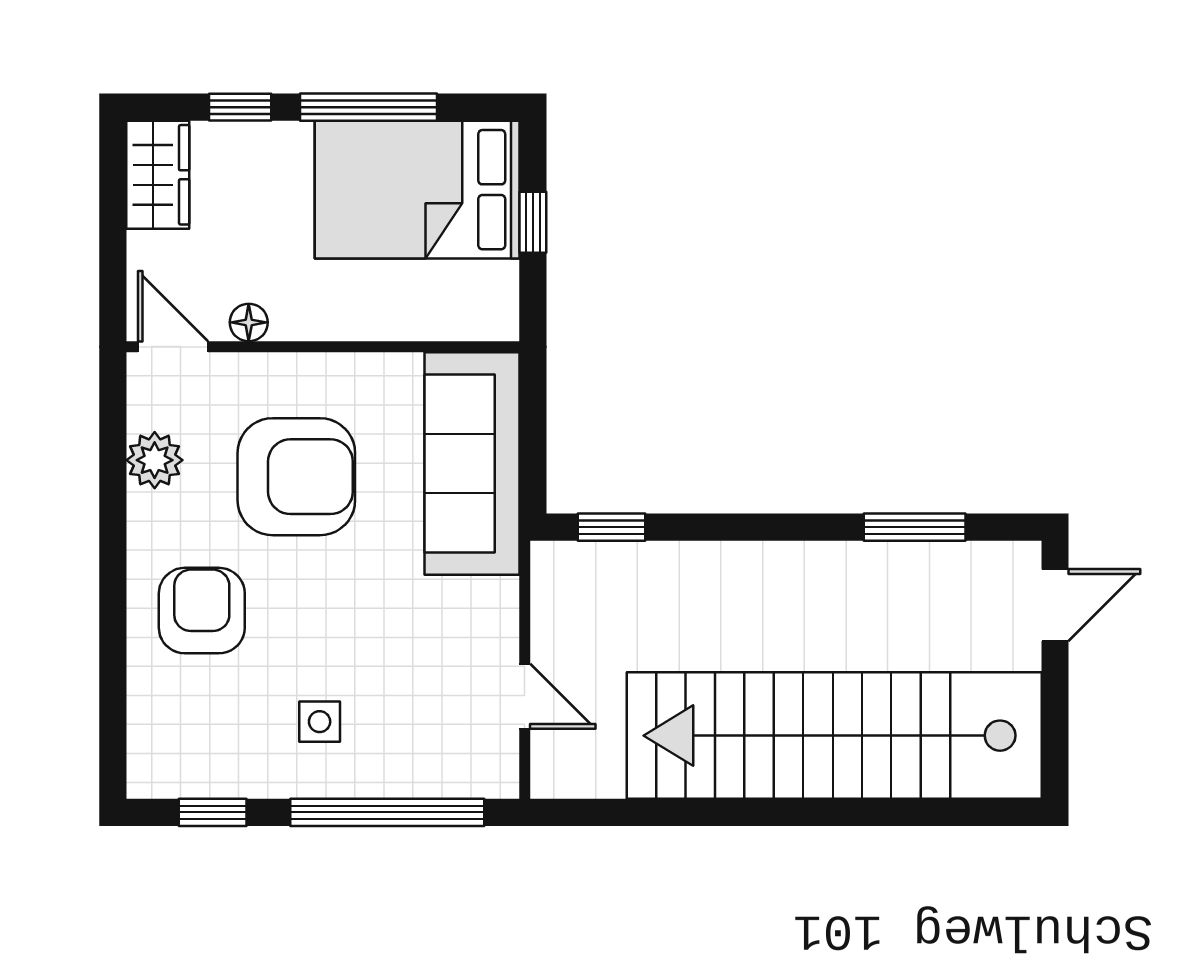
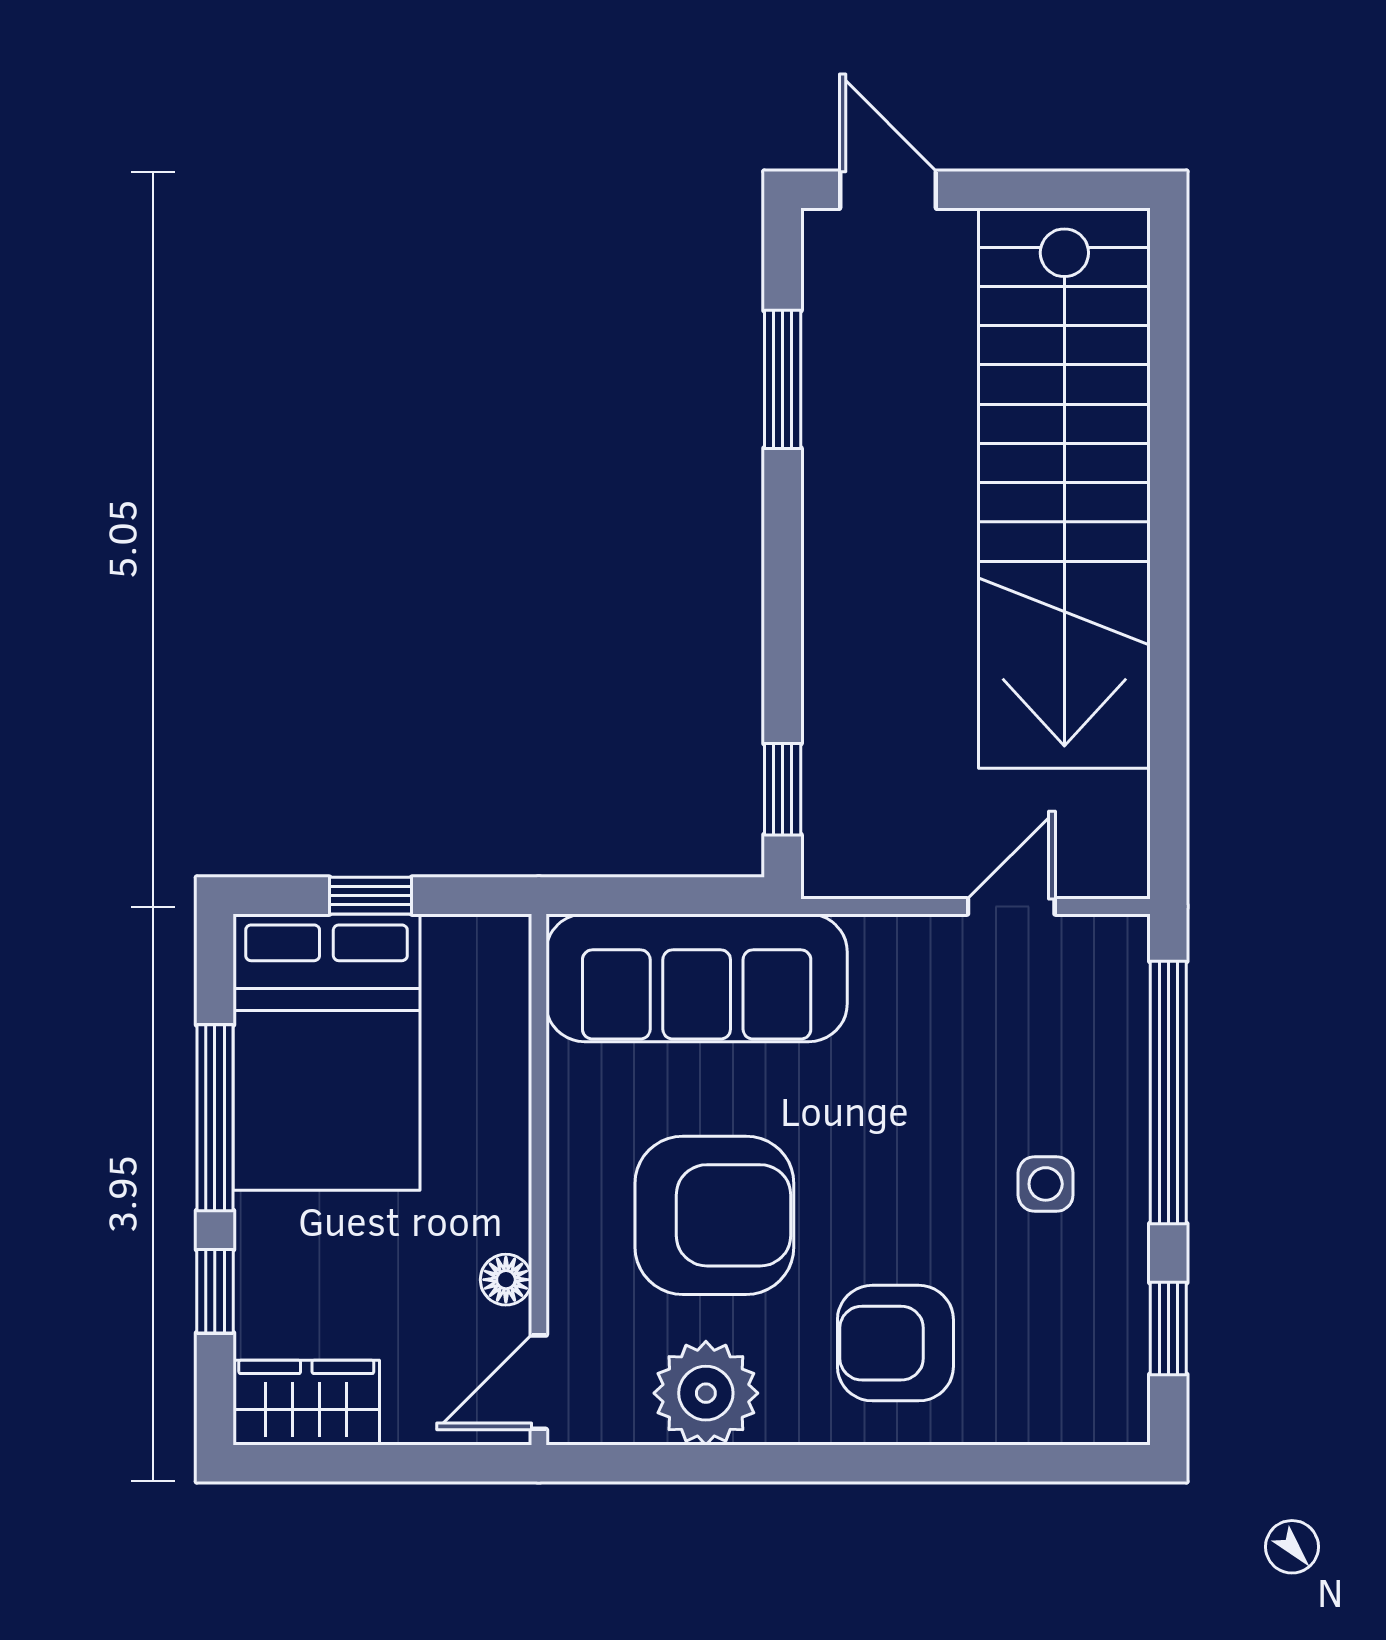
plant: (155, 460) -> (706, 1393), width x1.36, depth x1.36
armchair: (296, 477) -> (714, 1215), turned 90

